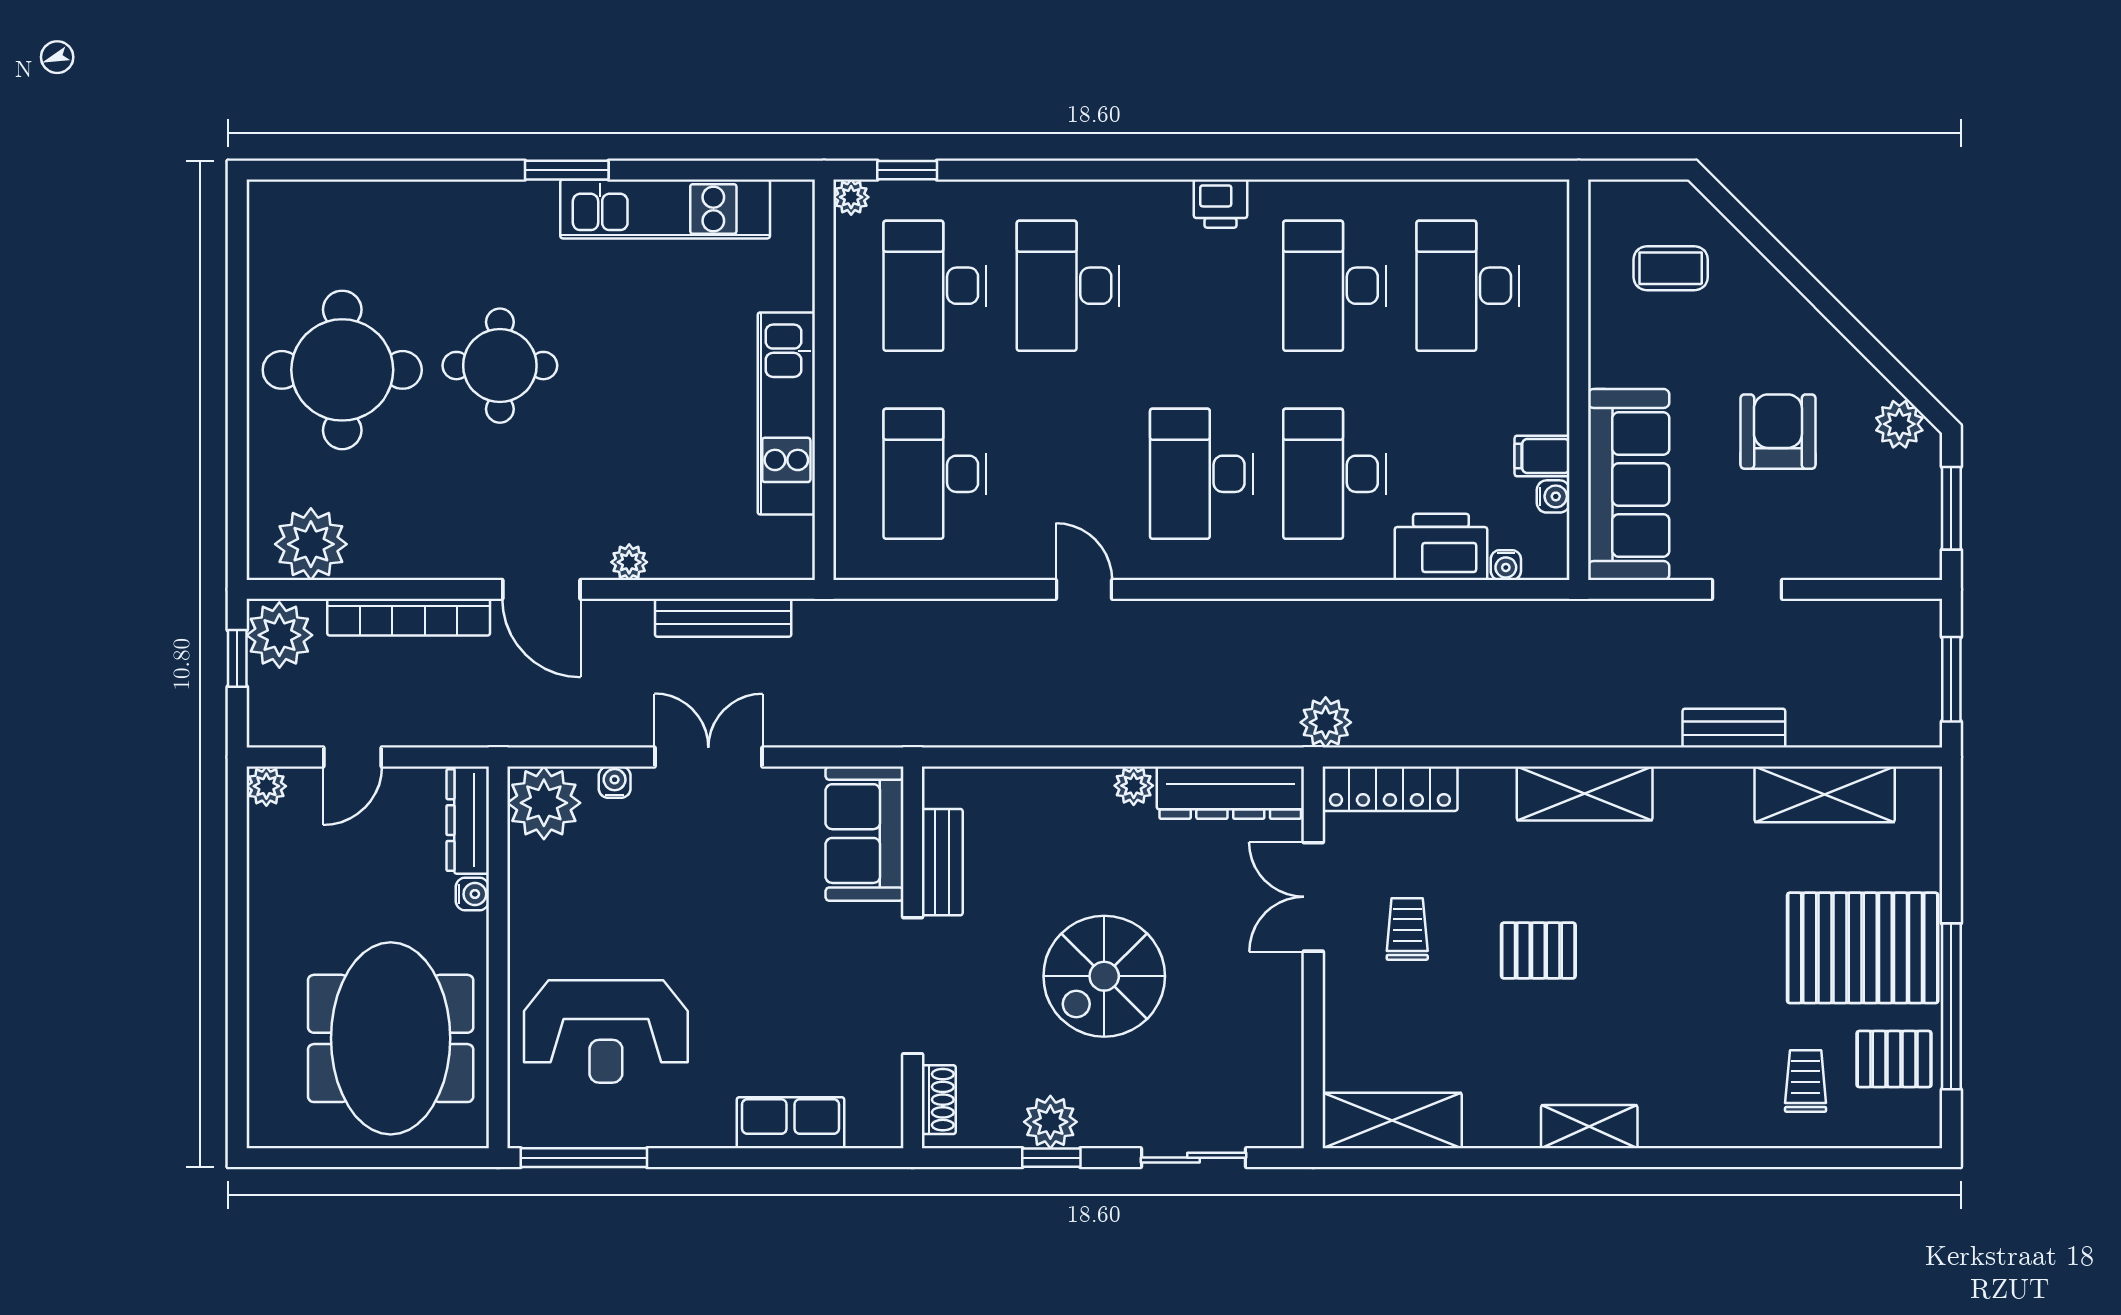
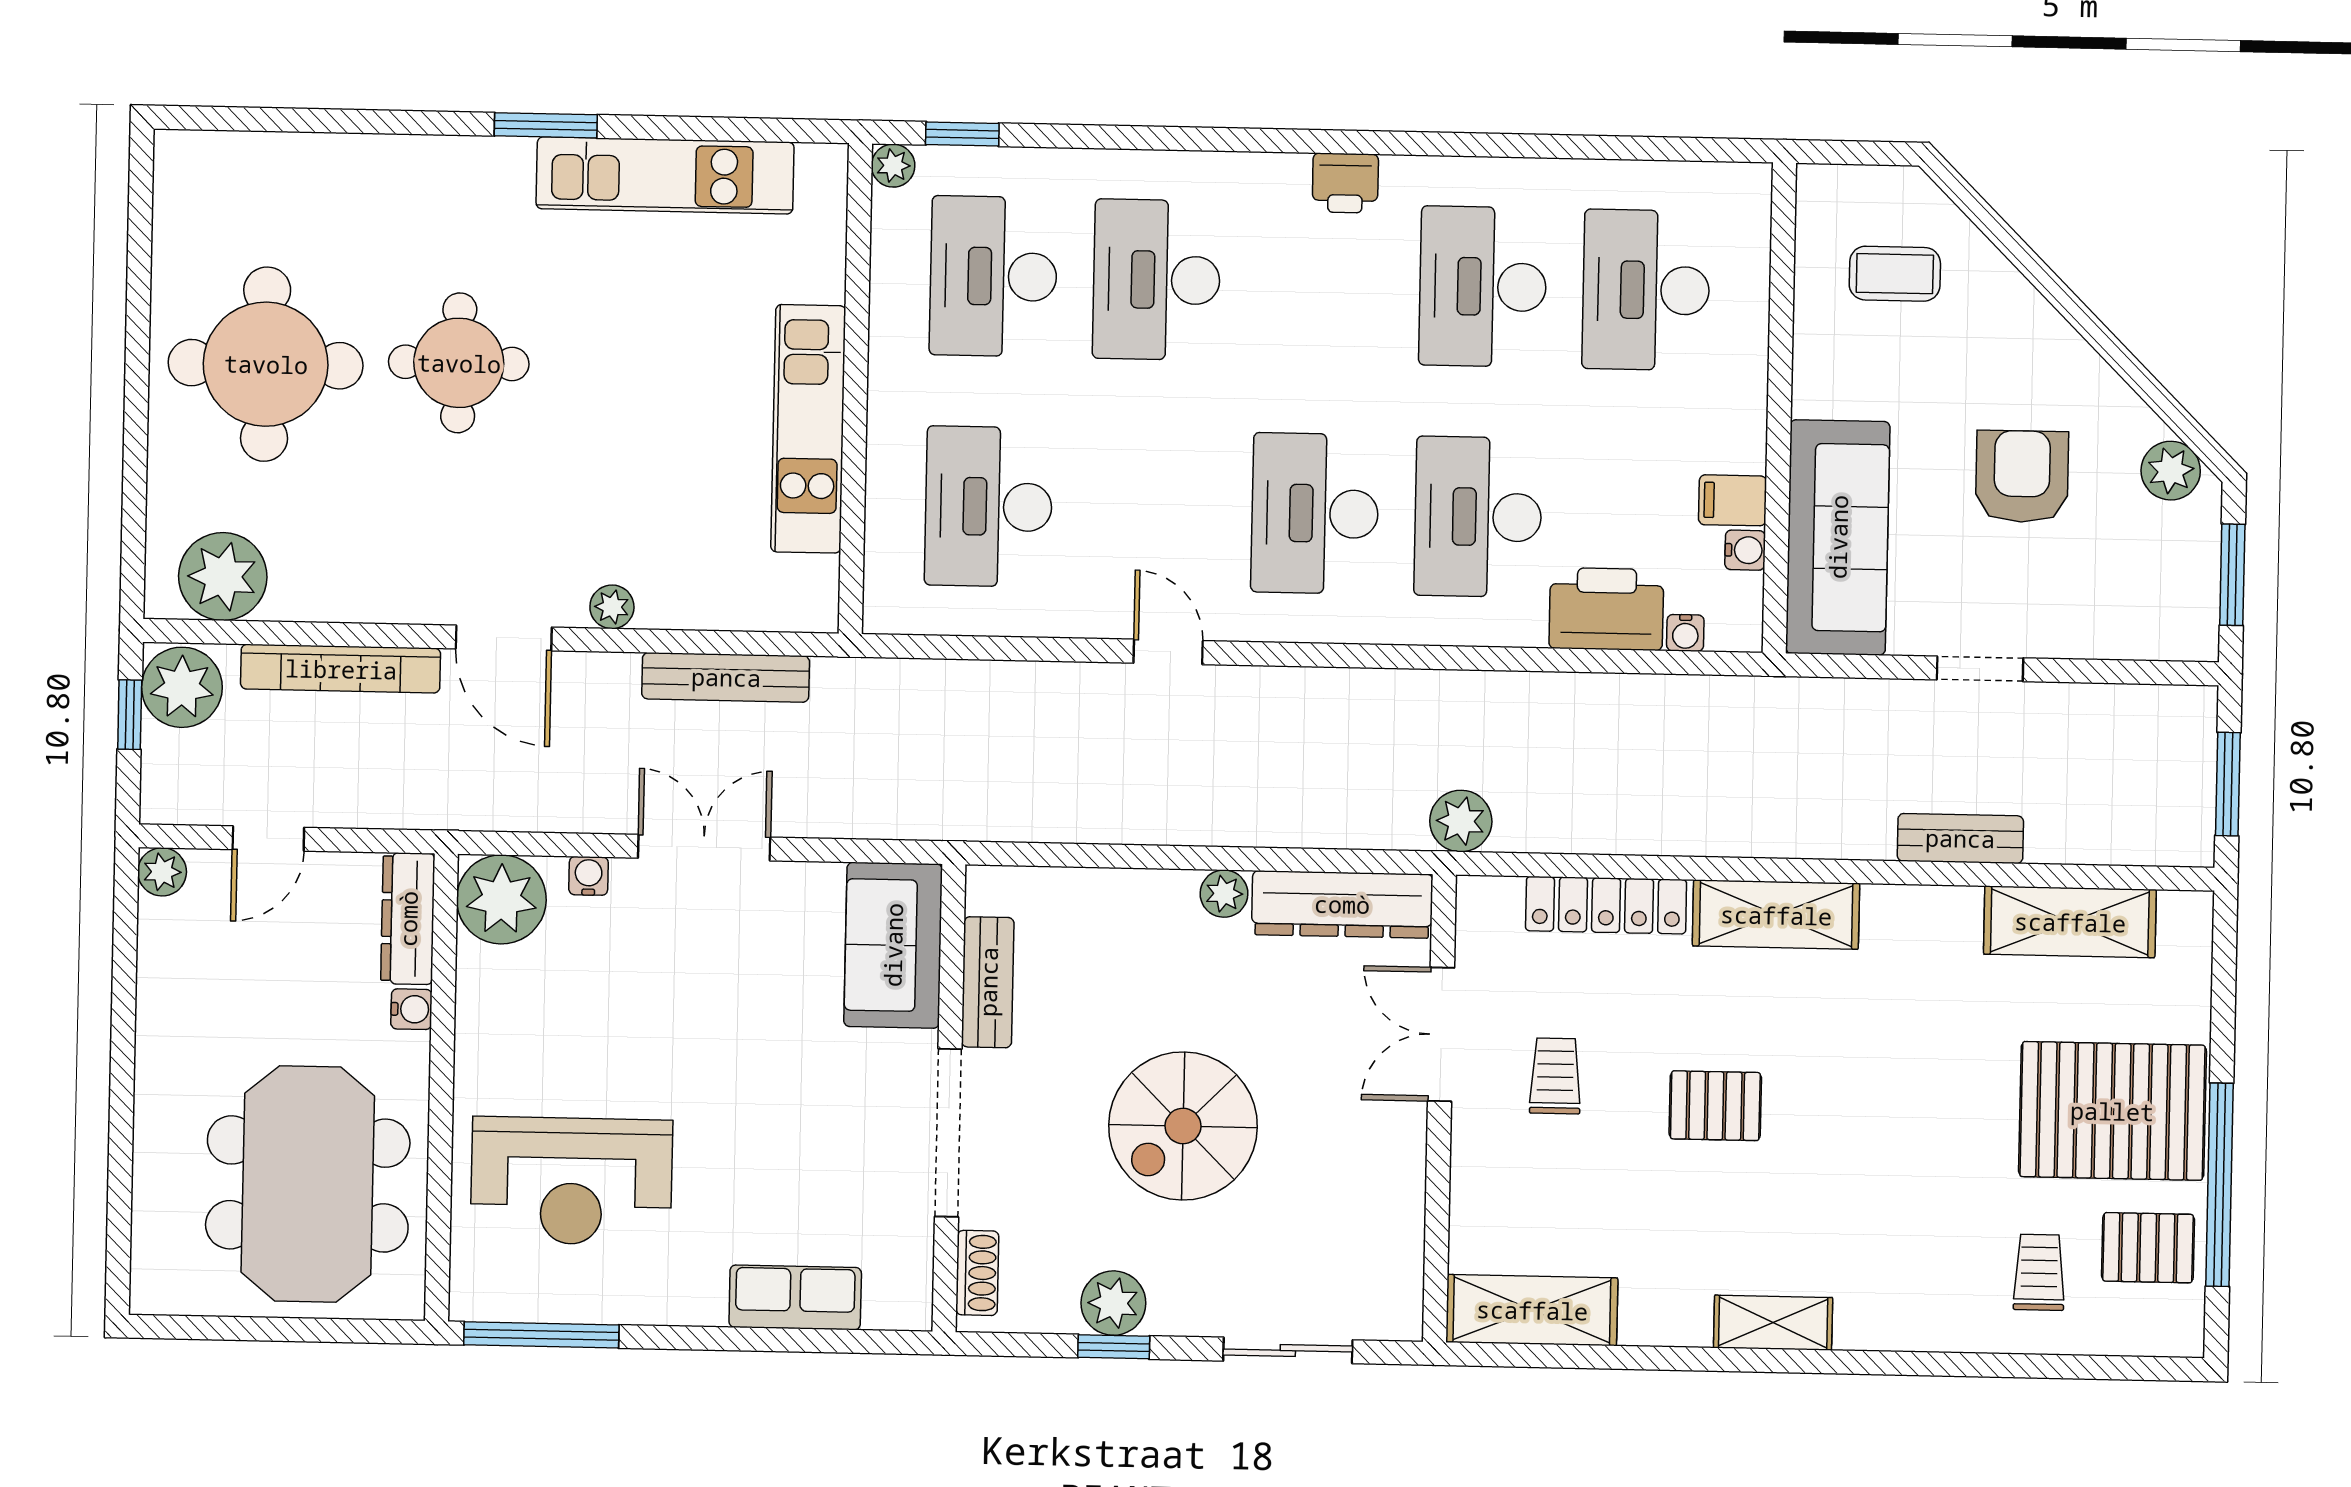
locker: (1390, 789) -> (1606, 905), moved

